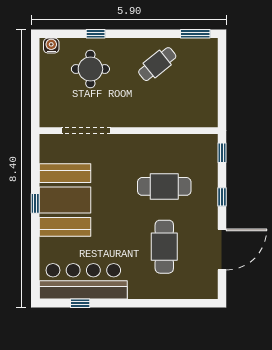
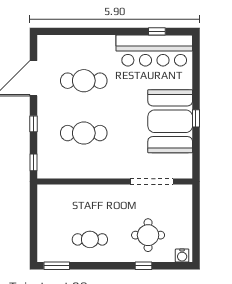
cafe table: (157, 64) -> (90, 239), turned 39
cafe table: (164, 247) -> (84, 81), turned 90

